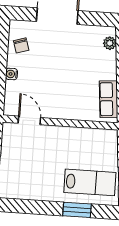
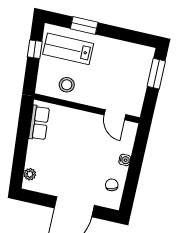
stool: (85, 144) -> (67, 85), added

